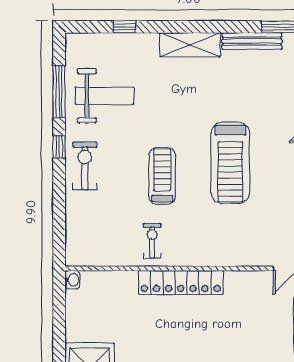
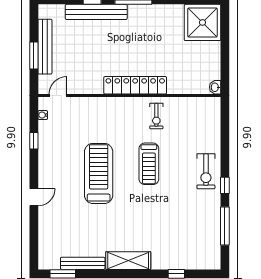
weight bench: (104, 96) -> (191, 223), removed

